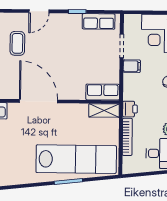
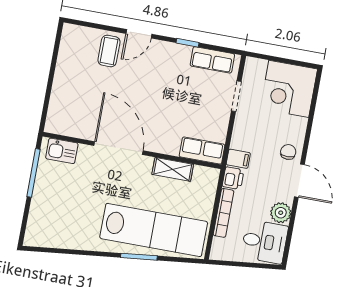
coffee table: (17, 43) -> (109, 51), moved
filing cabinet: (132, 66) -> (238, 159), moved
shelving: (104, 110) -> (173, 169), moved

